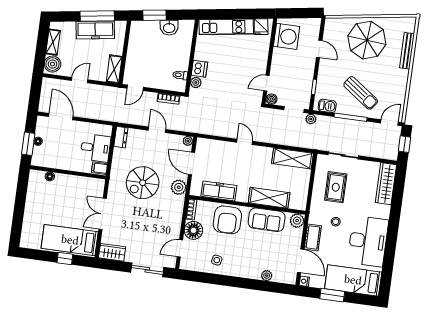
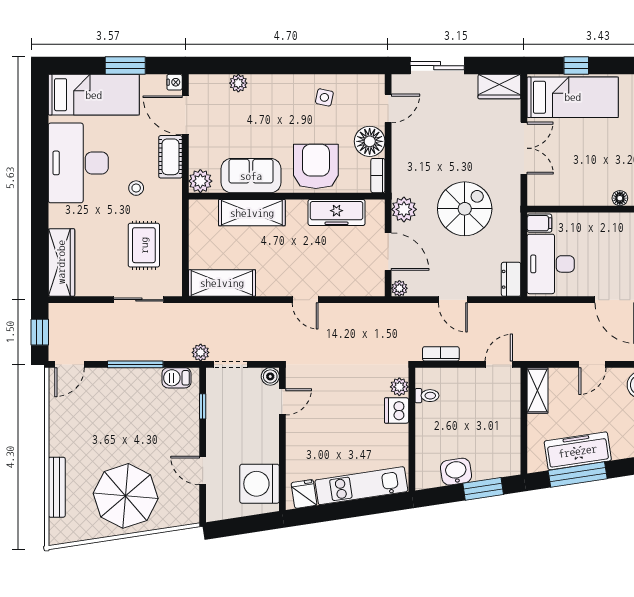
sun lounger: (361, 93) -> (124, 407), removed
desk: (96, 148) -> (551, 264), width x1.37

